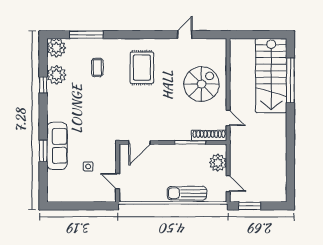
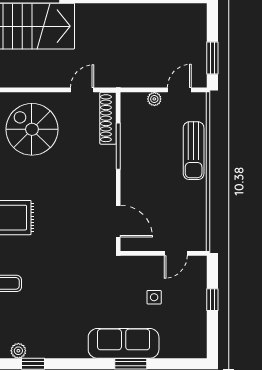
plant: (56, 75) -> (18, 351), width x0.53, depth x0.53
plant: (218, 163) -> (154, 99), width x0.53, depth x0.53
window: (86, 206) -> (212, 300), added

